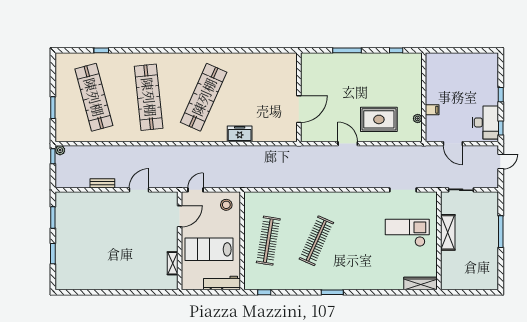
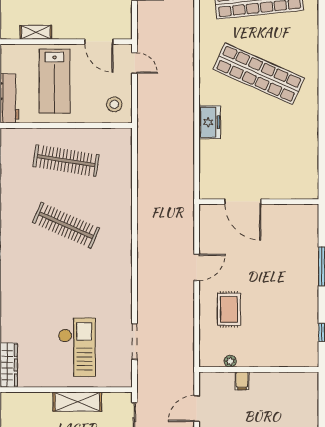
rug: (379, 119) -> (229, 309), width x0.73, depth x0.70
lab bench: (209, 249) -> (54, 81), turned 180

